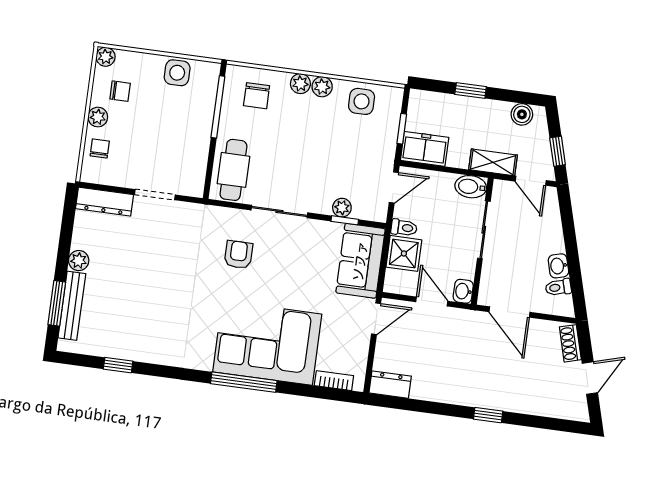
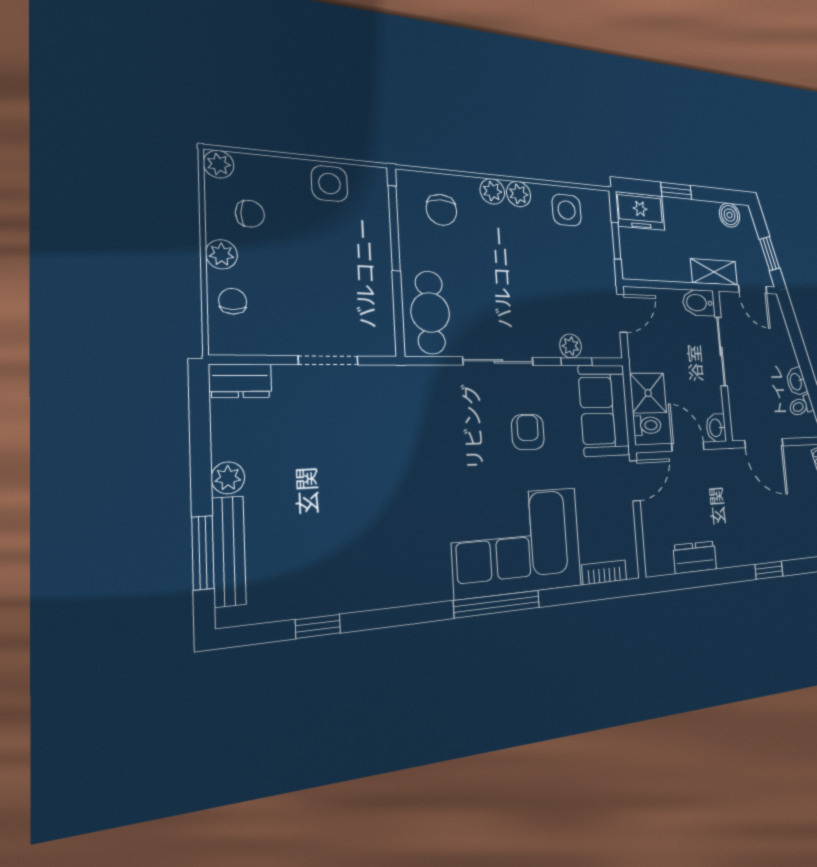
freezer: (425, 149) -> (640, 211), moved, turned 180
dresser: (105, 202) -> (240, 381), width x0.70
toilet: (404, 228) -> (647, 425), moved
armchair: (238, 255) -> (528, 432), moved
dresser: (390, 385) -> (695, 557), moved

